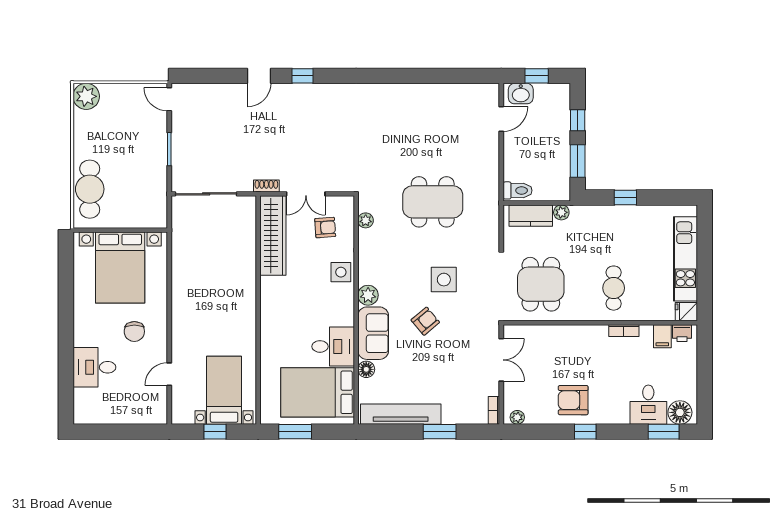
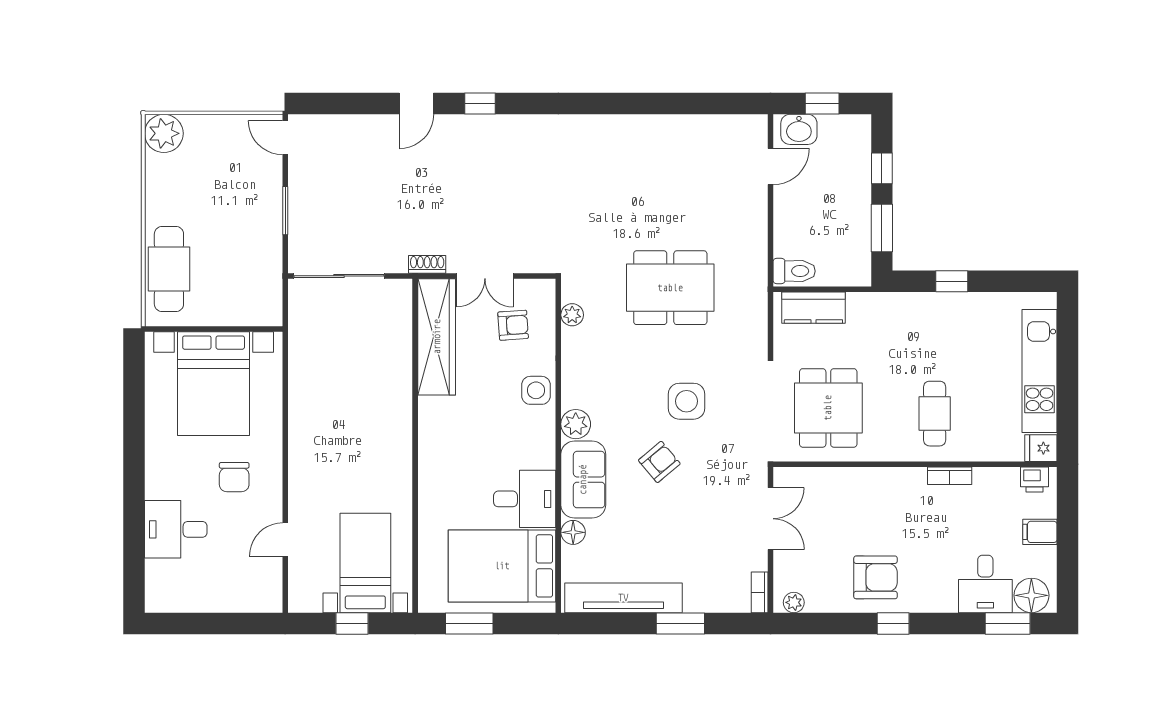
plant: (561, 212) -> (858, 303), removed
filing cabinet: (662, 336) -> (1040, 532), moved, turned 90
armchair: (573, 400) -> (876, 577), turned 180

